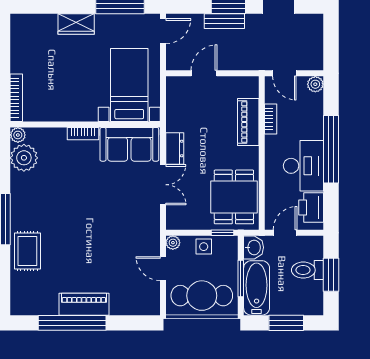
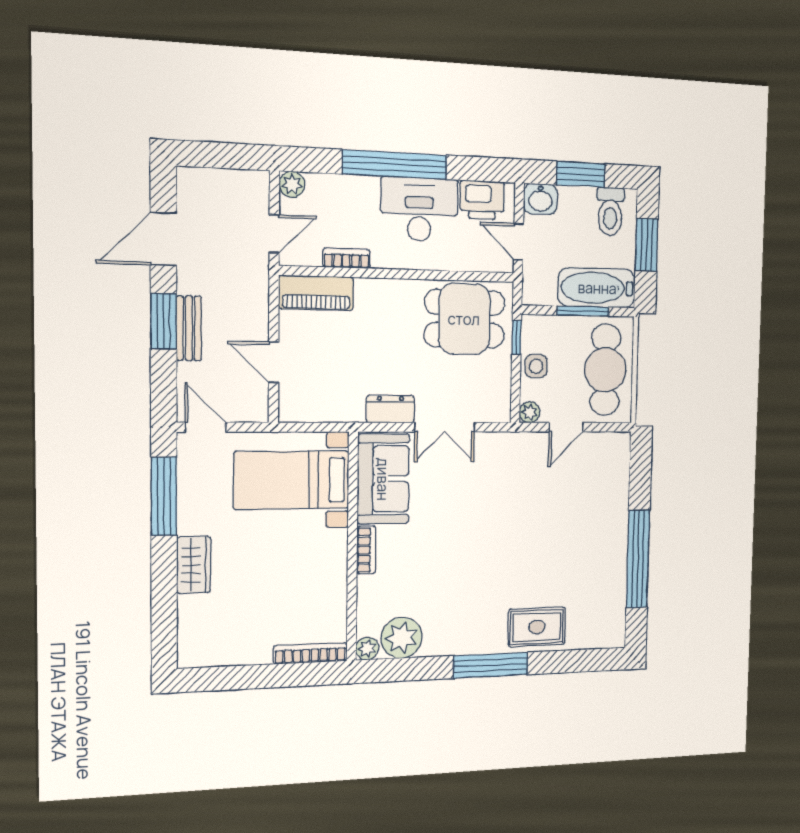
piano: (248, 122) -> (316, 293), moved
double door: (163, 185) -> (445, 427), swing flipped
washbasin: (253, 247) -> (540, 199), moved, turned 180
toilet: (307, 270) -> (610, 212), moved
piano: (84, 304) -> (613, 542), removed

